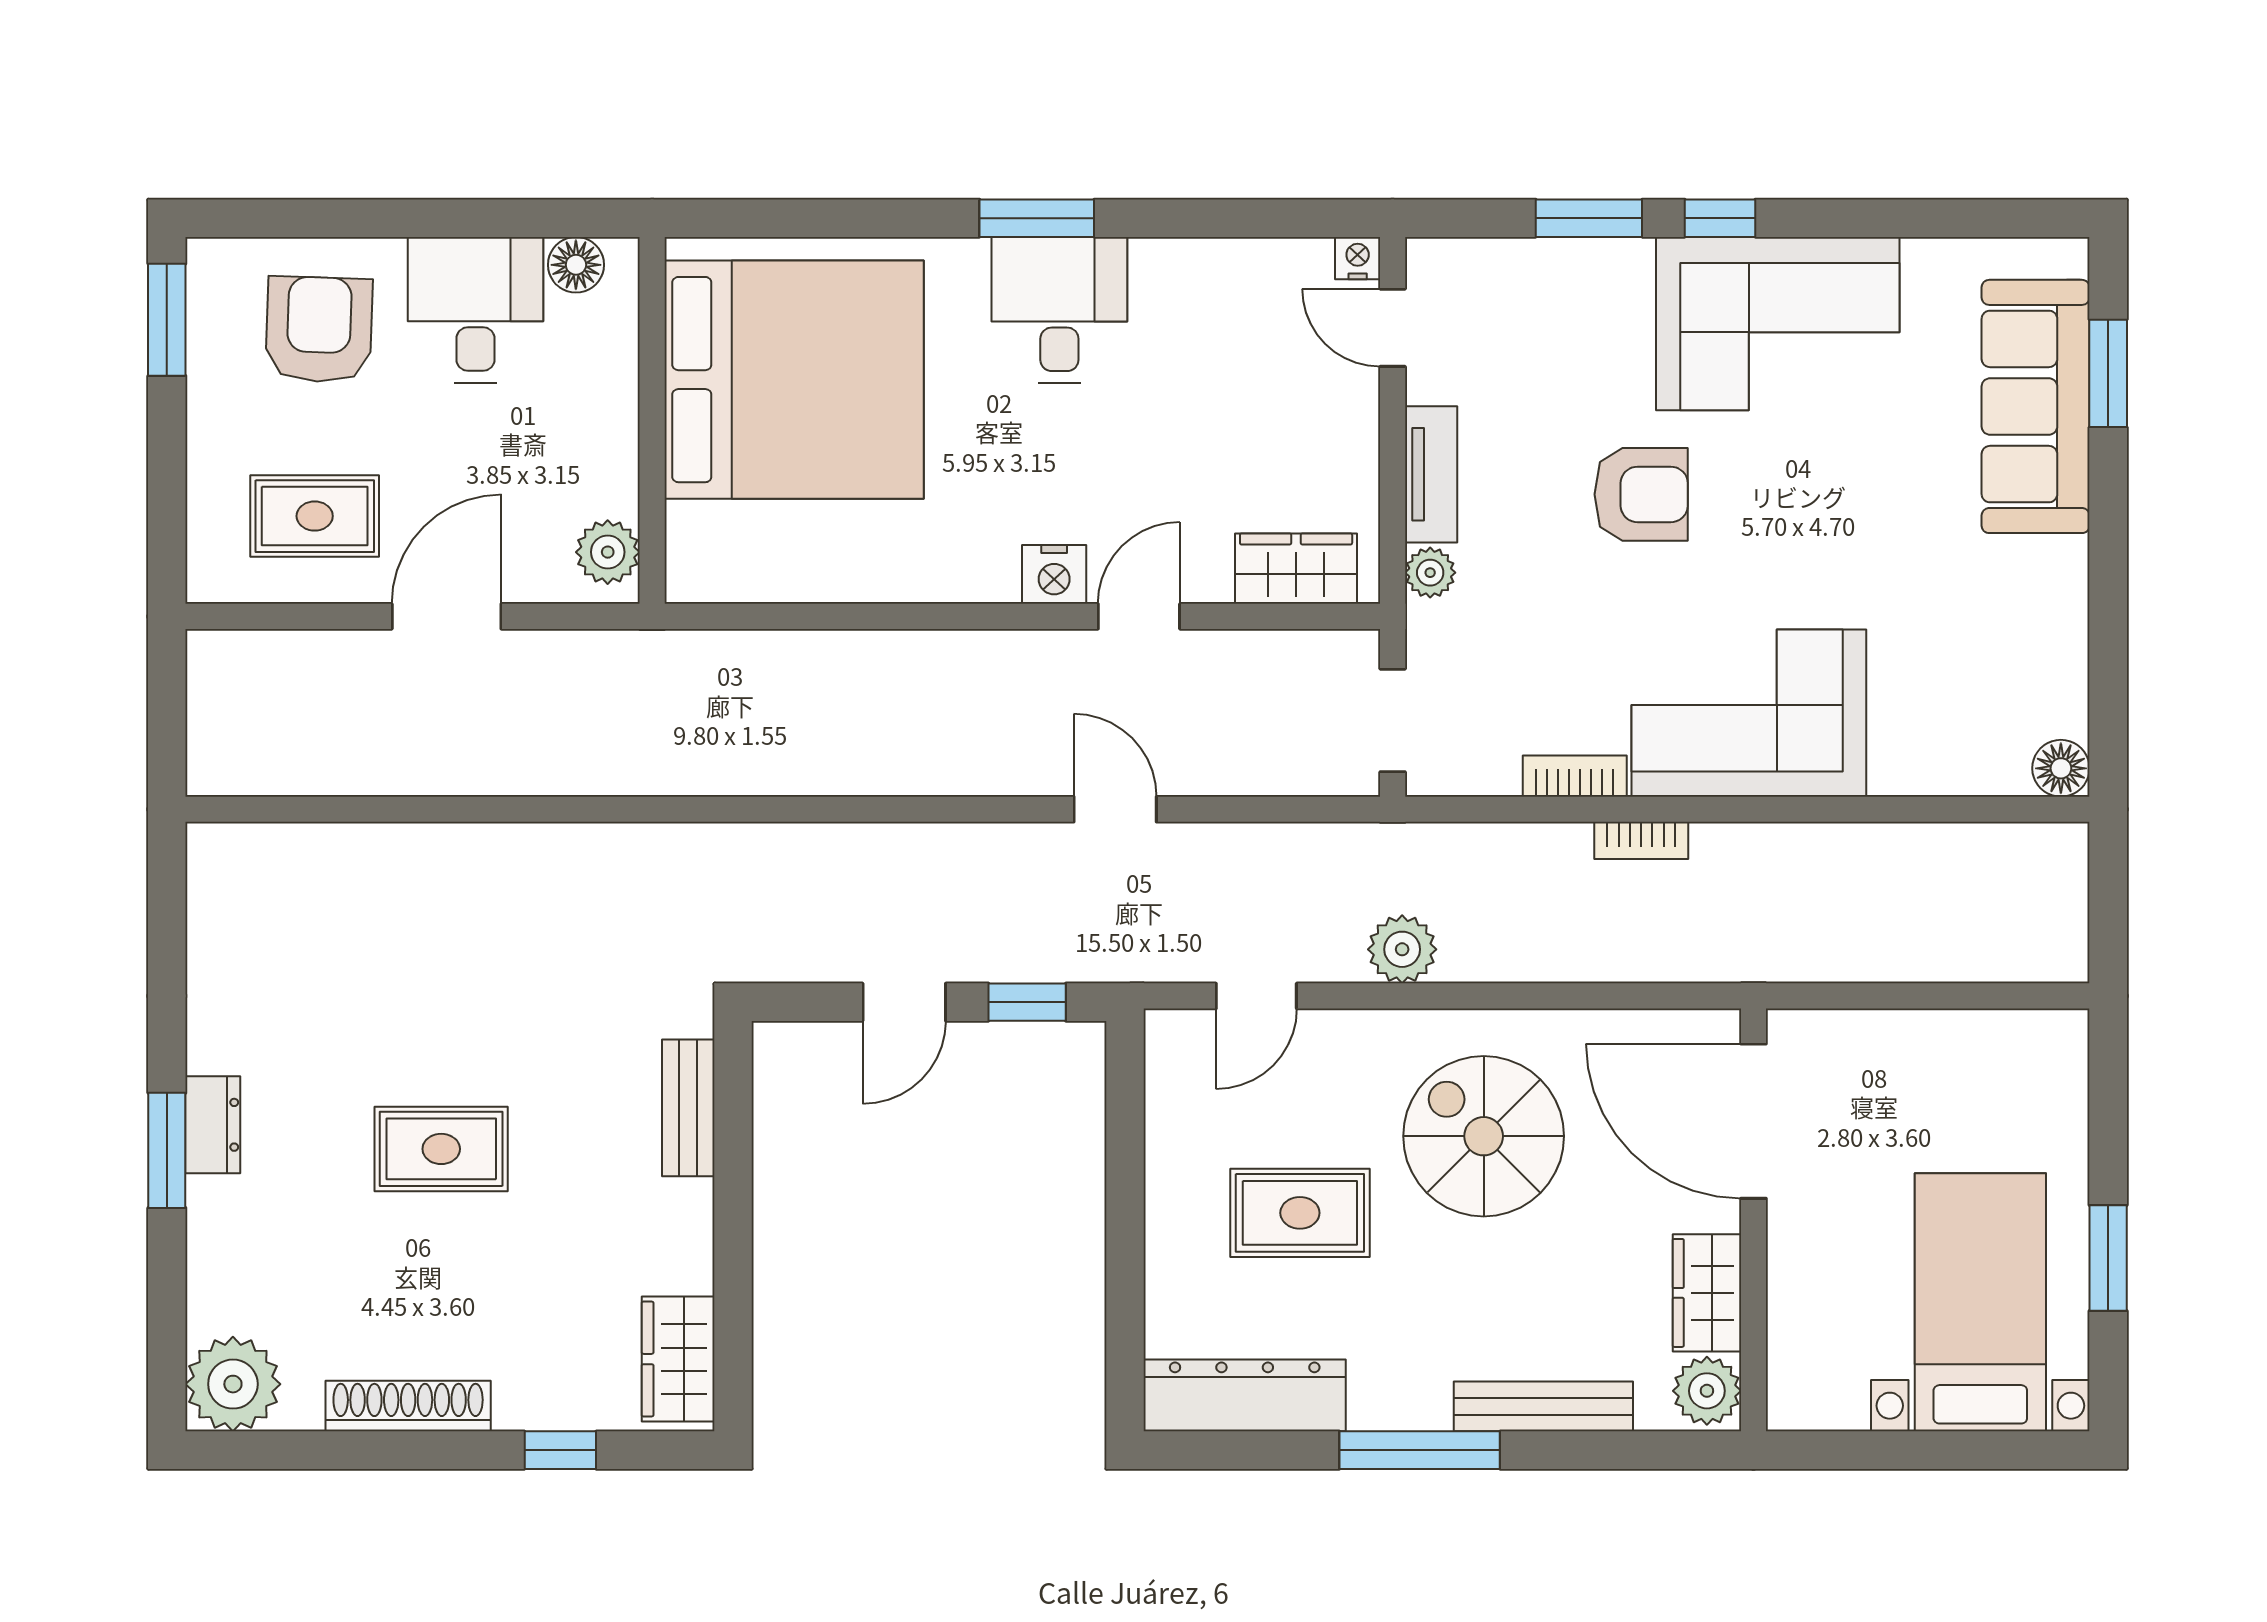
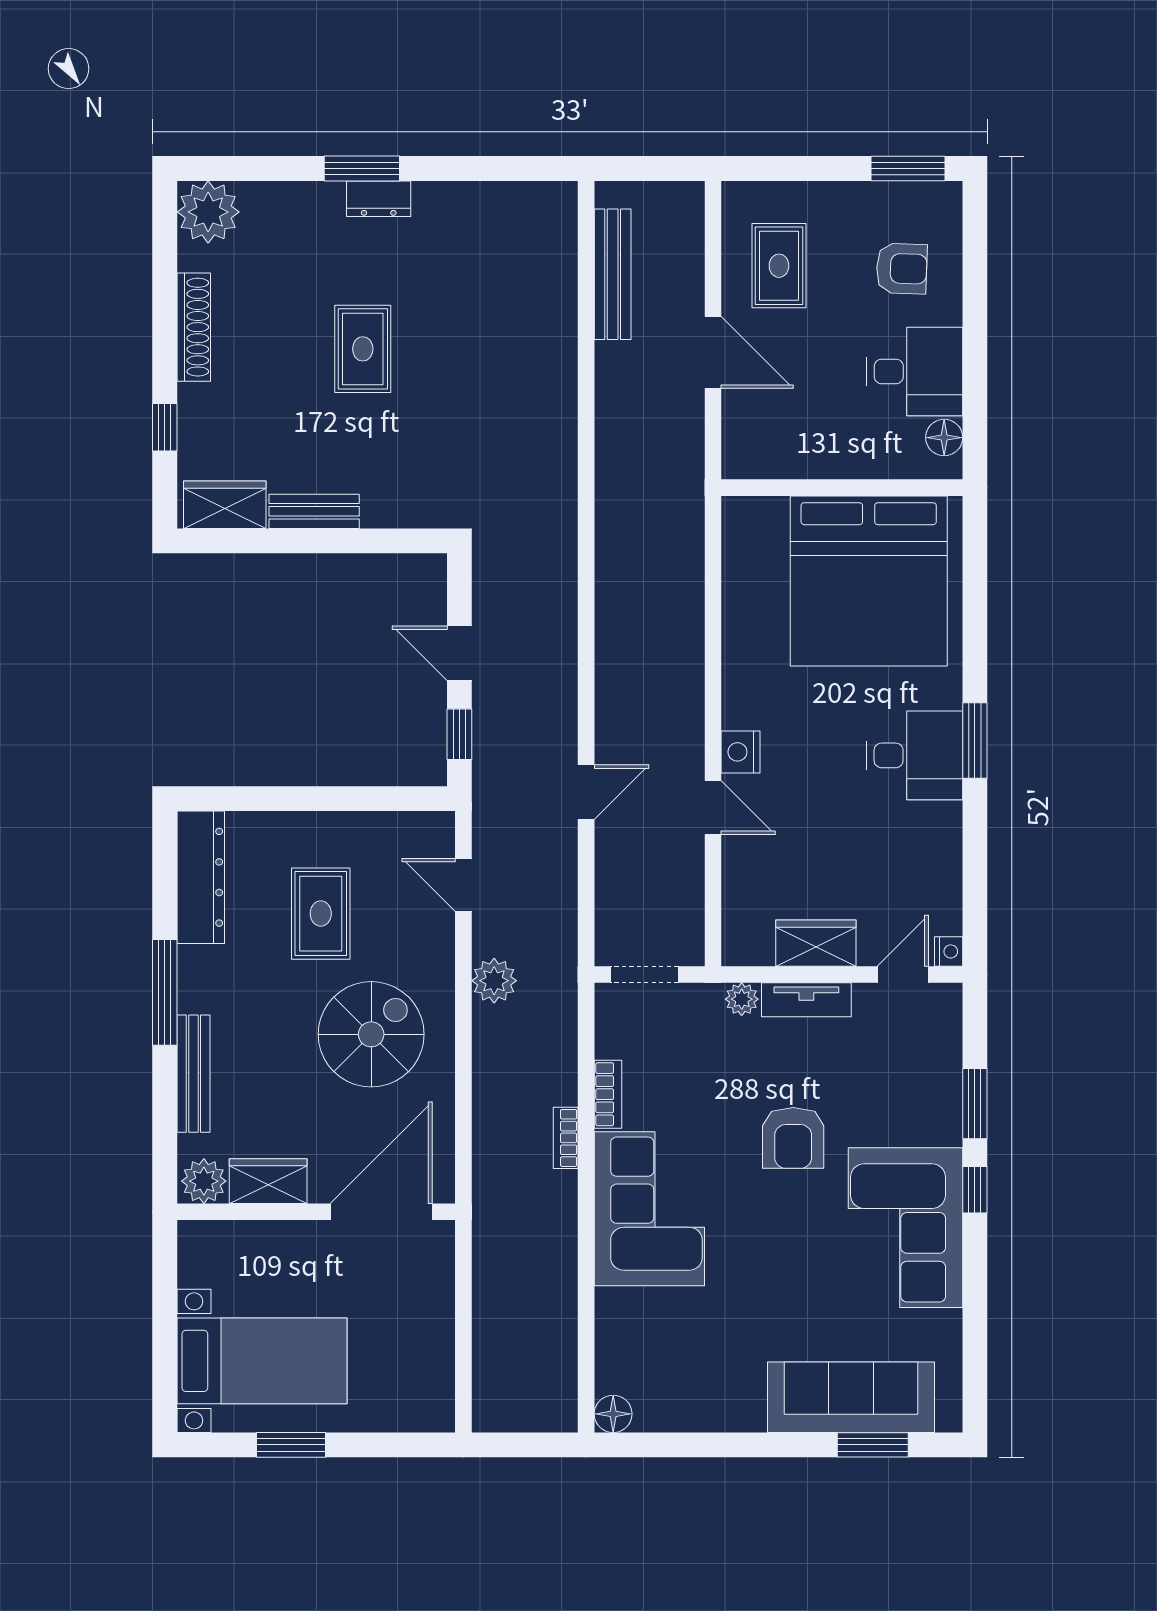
armchair: (319, 329) -> (902, 269), width x0.72, depth x0.72
plant: (608, 552) -> (755, 458), removed
wardrobe: (1296, 569) -> (816, 943), moved, turned -90
bench: (328, 769) -> (613, 274), added
bench: (688, 1108) -> (314, 511), moved

